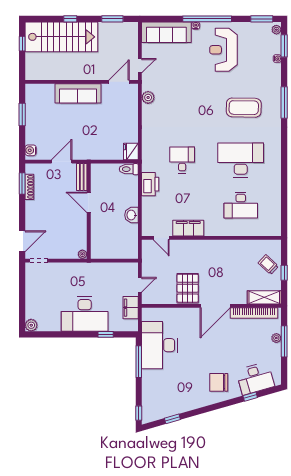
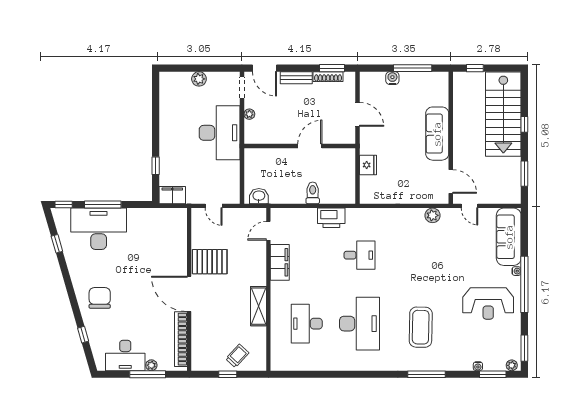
window: (22, 44) -> (475, 68), moved
reception desk: (223, 50) -> (488, 303), turned 180
window: (22, 114) -> (413, 68), width x1.44
water cooler: (31, 150) -> (392, 78), moved
fridge: (131, 152) -> (368, 165), moved, turned 90
toilet: (129, 169) -> (313, 193), moved
bench: (82, 177) -> (296, 78), moved
washbasin: (132, 215) -> (259, 196), moved
plant: (82, 254) -> (249, 114), moved
shelving: (264, 297) -> (258, 306), moved
filing cabinet: (131, 308) -> (172, 195), moved
desk: (85, 314) -> (220, 133), moved, turned 180
plant: (31, 325) -> (199, 79), moved
desk: (160, 345) -> (99, 229), moved
window: (139, 362) -> (103, 205), moved
desk: (255, 378) -> (125, 355), moved, turned -74

